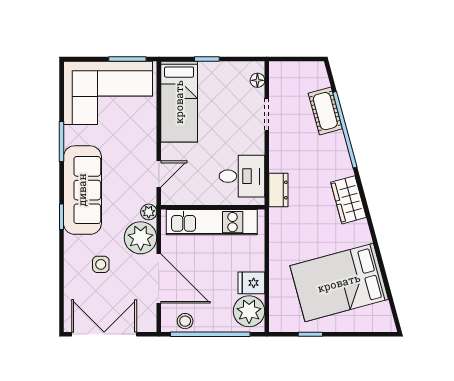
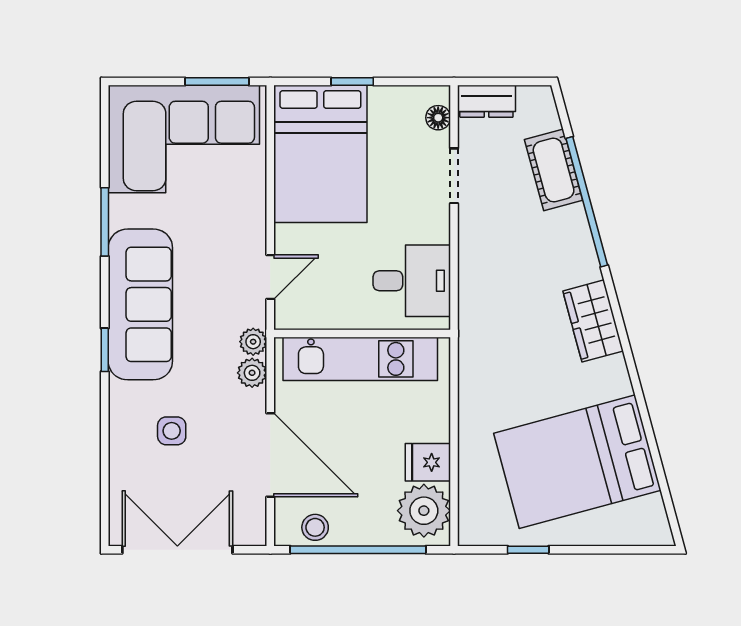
bed: (179, 102) -> (320, 154), width x1.50
dresser: (278, 190) -> (486, 101), moved, turned 90
plant: (141, 238) -> (252, 373), width x0.53, depth x0.53

